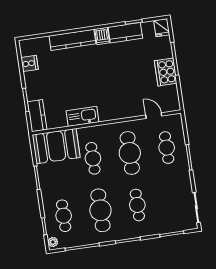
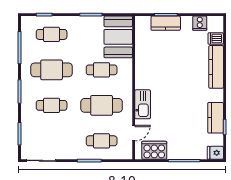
dishwasher: (102, 36) -> (216, 38), moved
cooker: (166, 72) -> (154, 150), moved
kitchen counter: (37, 116) -> (166, 23), moved
kitchen sink: (83, 116) -> (143, 104), moved
plant: (53, 242) -> (28, 21), removed

